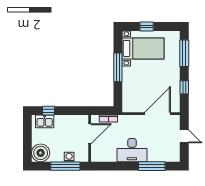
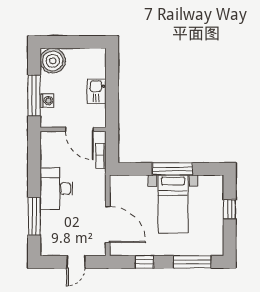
bed with nightstands: (143, 48) -> (173, 204), moved
window: (48, 111) -> (112, 72), removed
kitchen sink: (45, 121) -> (97, 91), moved

